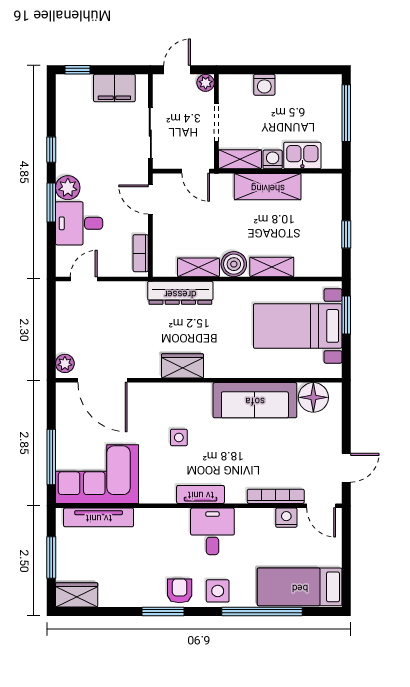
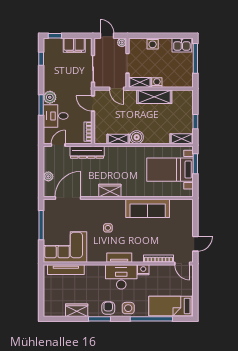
door: (177, 70) -> (107, 36), hinge flipped
window: (51, 150) -> (41, 59), moved
kitchen sink: (302, 155) -> (182, 45), moved, turned 180
shelving: (272, 267) -> (182, 139), moved
dresser: (180, 293) -> (87, 152), moved
plant: (65, 363) -> (48, 176), moved
door: (102, 380) -> (68, 198), swing flipped
floor lamp: (313, 397) -> (178, 207), removed
window: (51, 457) -> (41, 225), moved
nightstand: (286, 518) -> (143, 270), moved
desk: (212, 531) -> (121, 277), width x1.37
window: (51, 557) -> (41, 291), removed
wardrobe: (77, 595) -> (77, 310), moved

